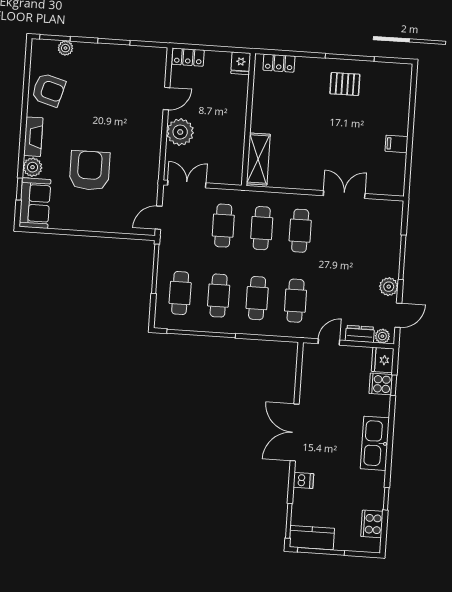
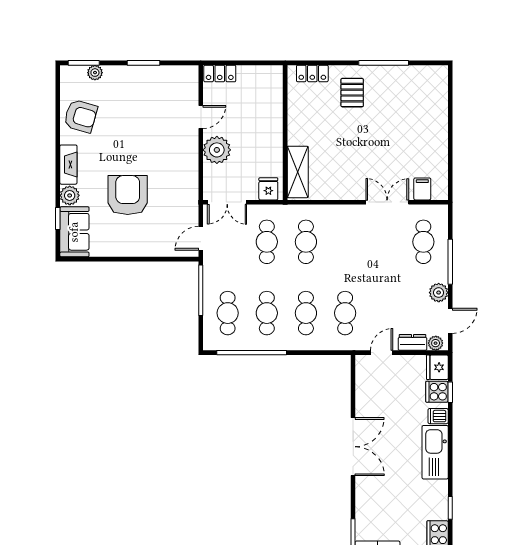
fridge: (241, 63) -> (268, 189), moved, turned 180
pallet: (345, 84) -> (352, 93), moved, turned 90
filing cabinet: (397, 144) -> (422, 189), moved, turned 90
double door: (187, 184) -> (227, 202), swing flipped
cafe table: (300, 231) -> (423, 242), moved
double door: (295, 432) -> (353, 447), swing flipped
dishwasher: (303, 480) -> (438, 416), moved, turned 180

